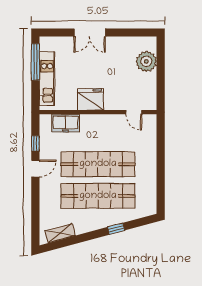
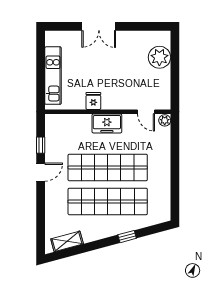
window: (35, 62) -> (41, 58), removed
fridge: (91, 99) -> (93, 101), width x0.53, depth x0.75
plant: (151, 120) -> (165, 120), added
freezer: (65, 123) -> (107, 123), moved

